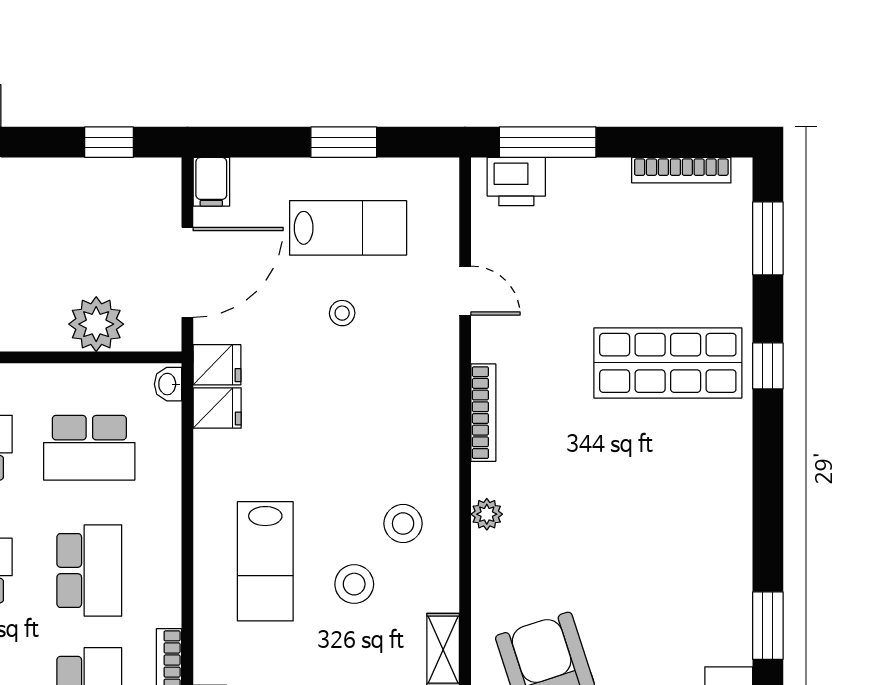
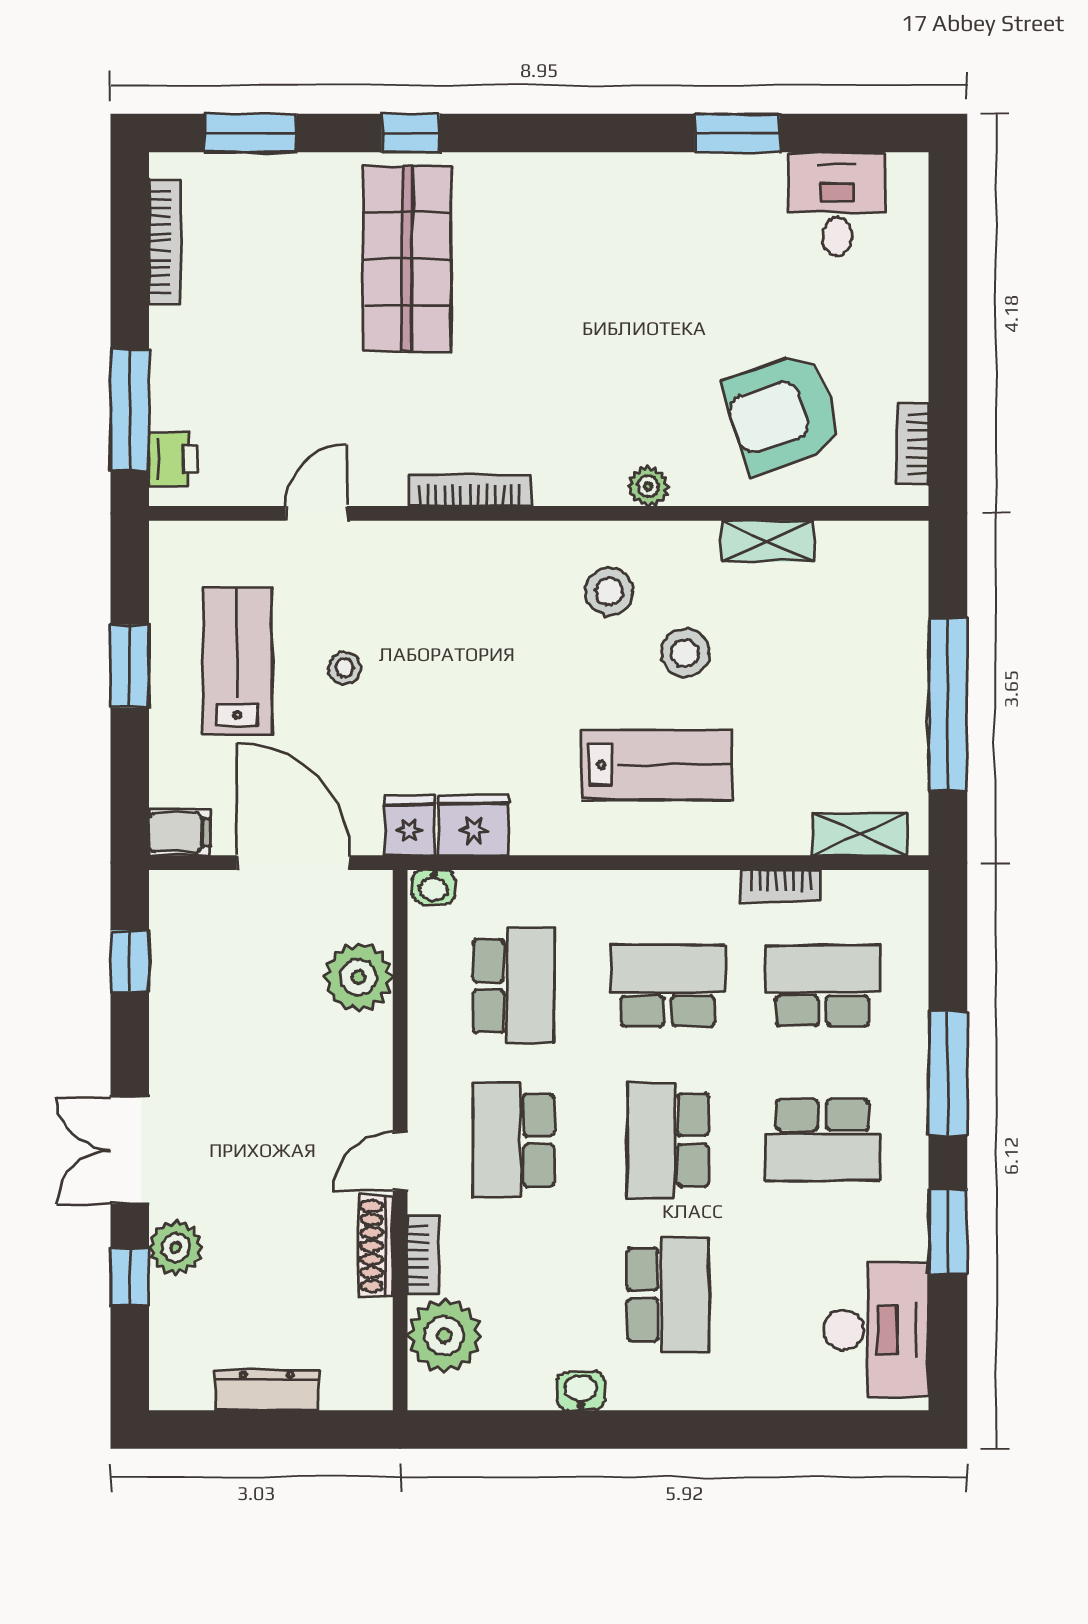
printer: (516, 182) -> (173, 459), width x0.73, depth x0.81
fridge: (217, 408) -> (474, 825), width x1.38
plant: (487, 514) -> (648, 486), moved

